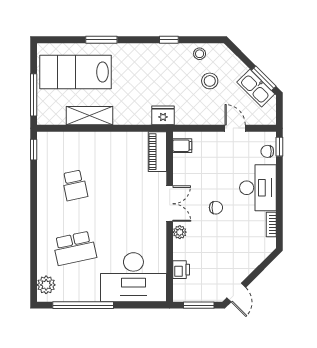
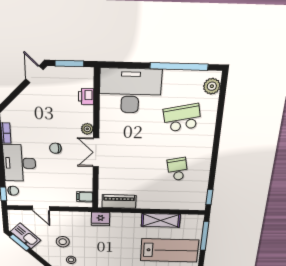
piano: (157, 152) -> (119, 201), moved, turned -90

